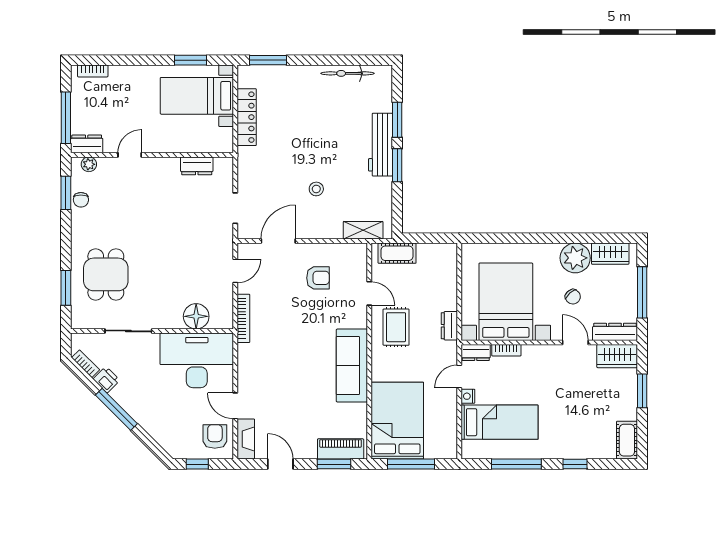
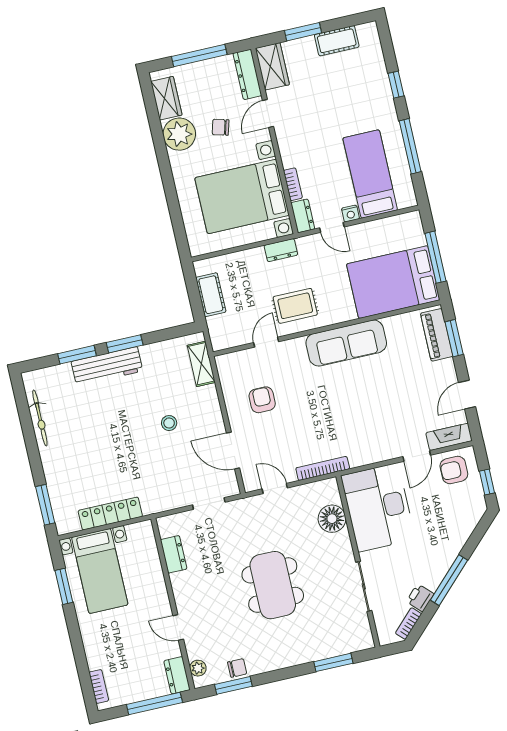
cot: (397, 253) -> (211, 295), moved
dining table: (106, 274) -> (273, 585), moved, width x1.38
chair: (573, 297) -> (221, 127), turned -123
cot: (627, 440) -> (337, 41), moved

